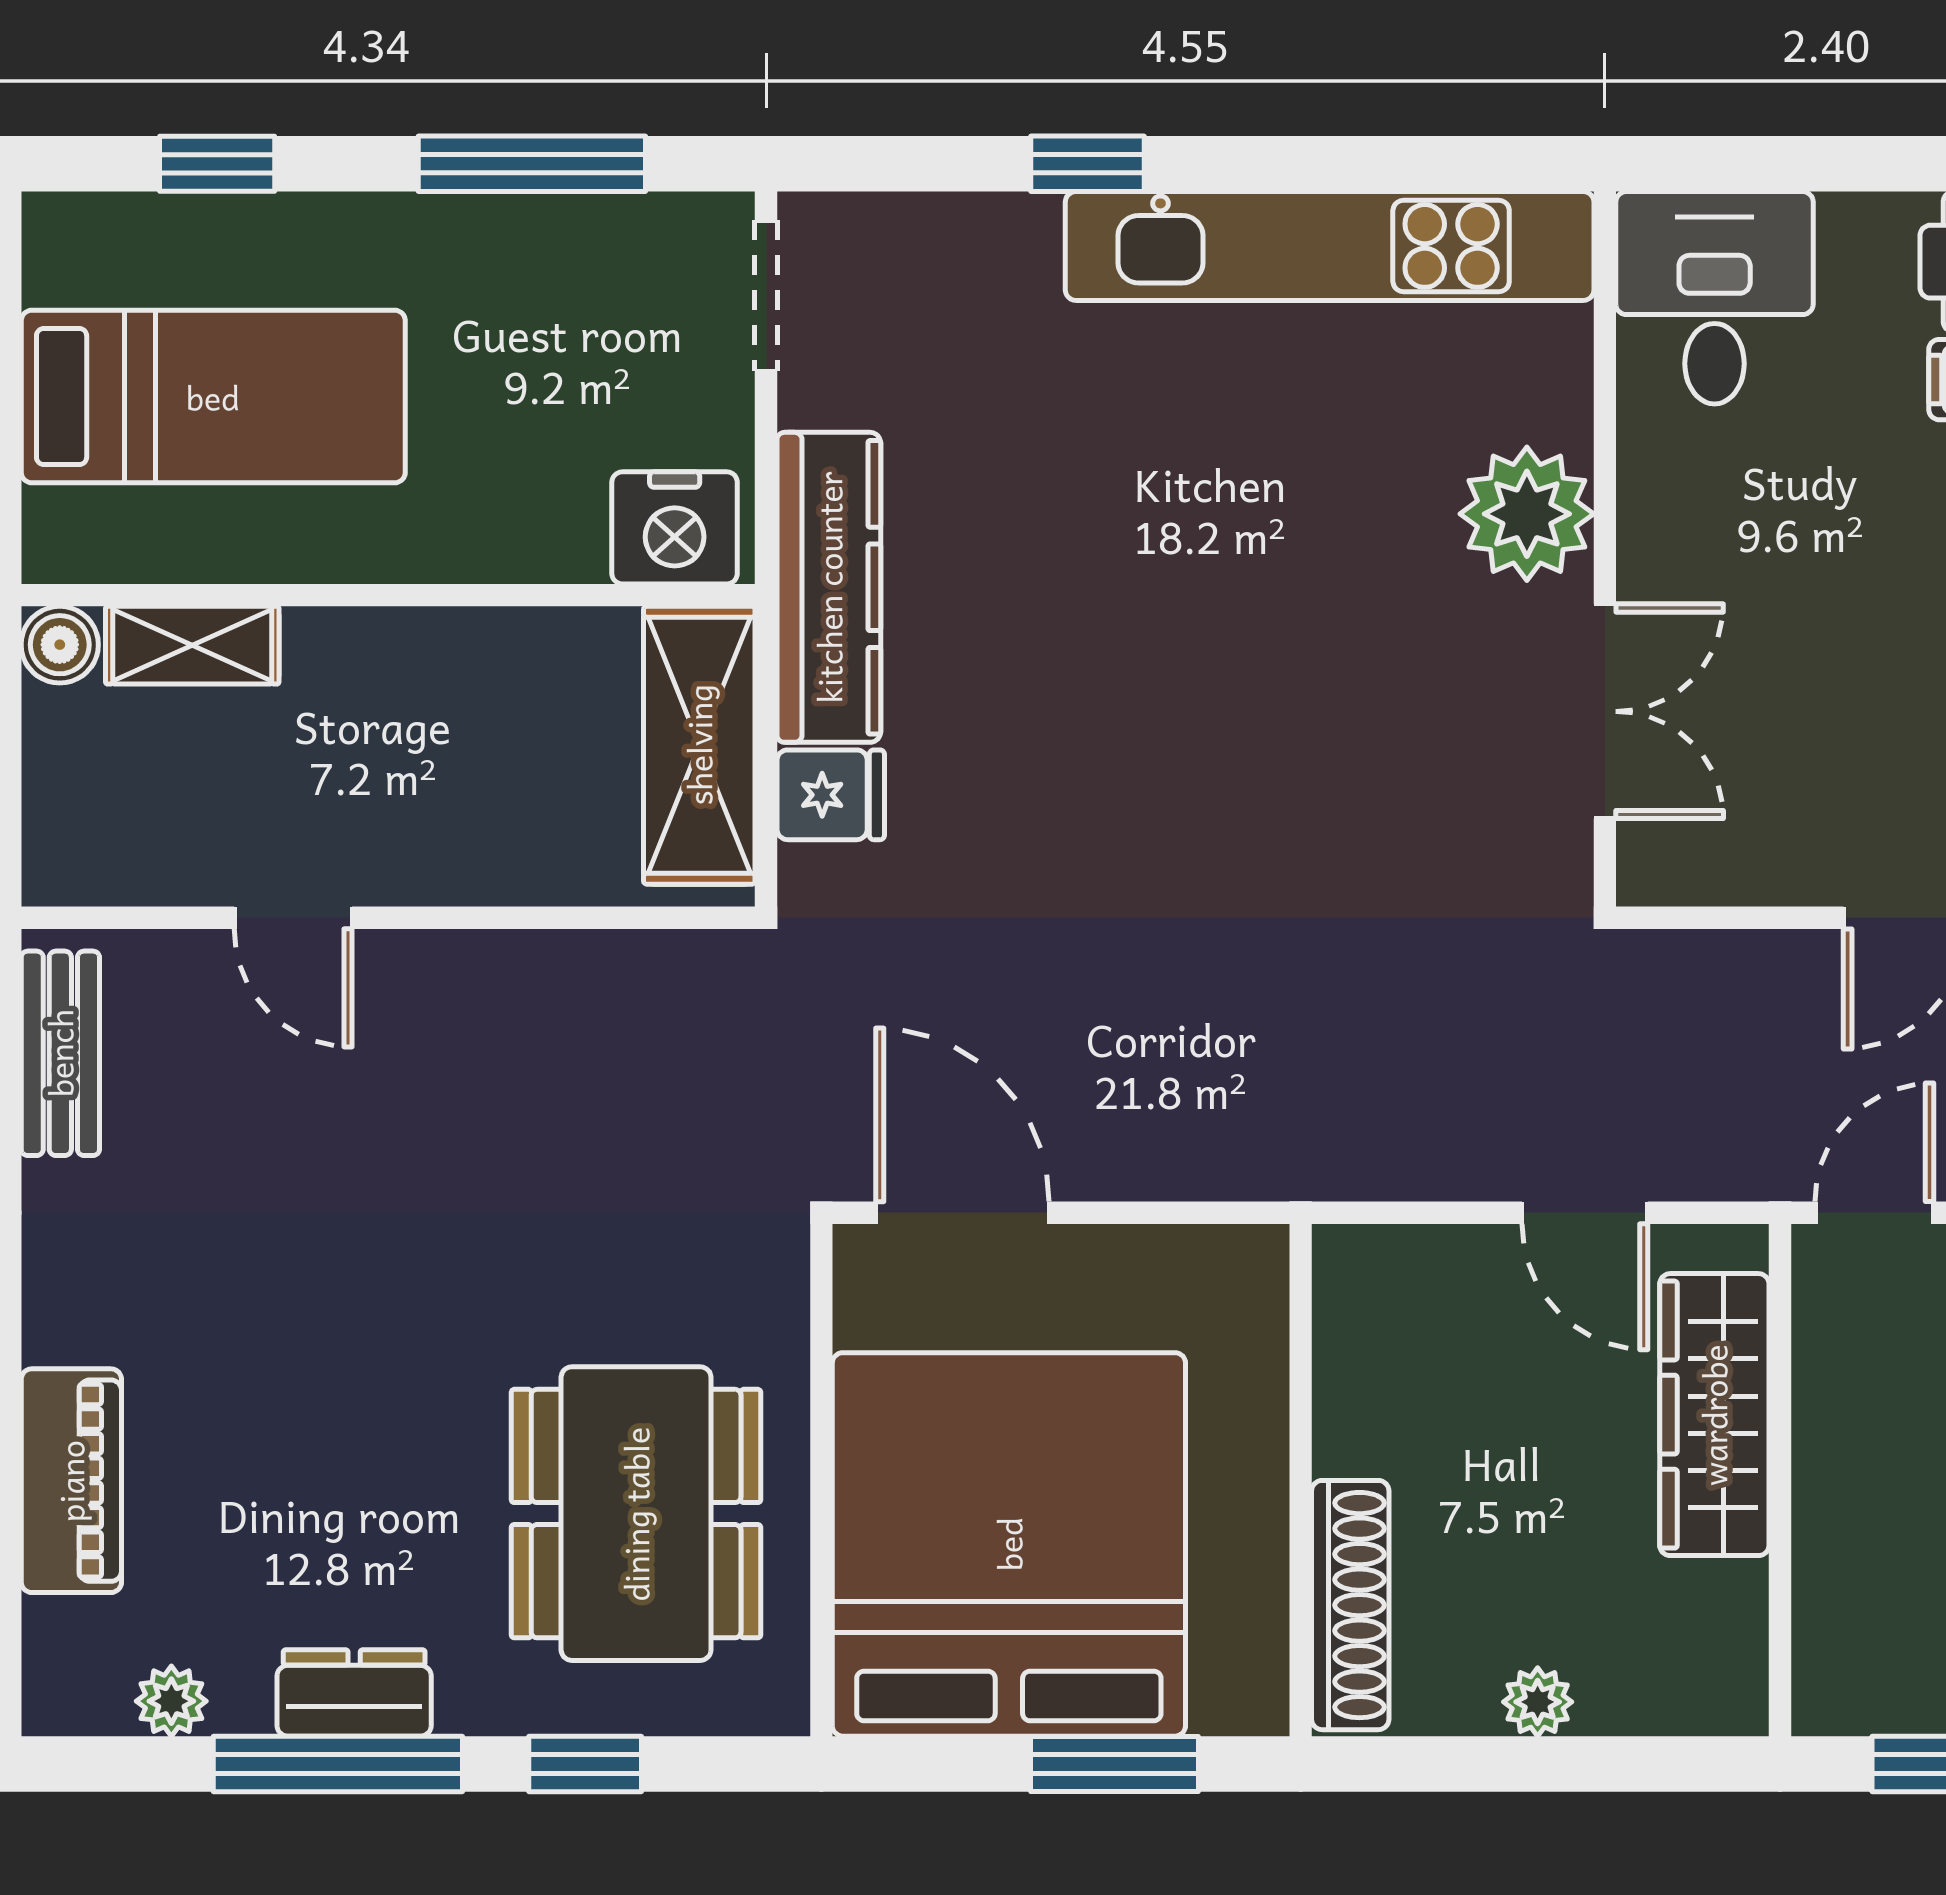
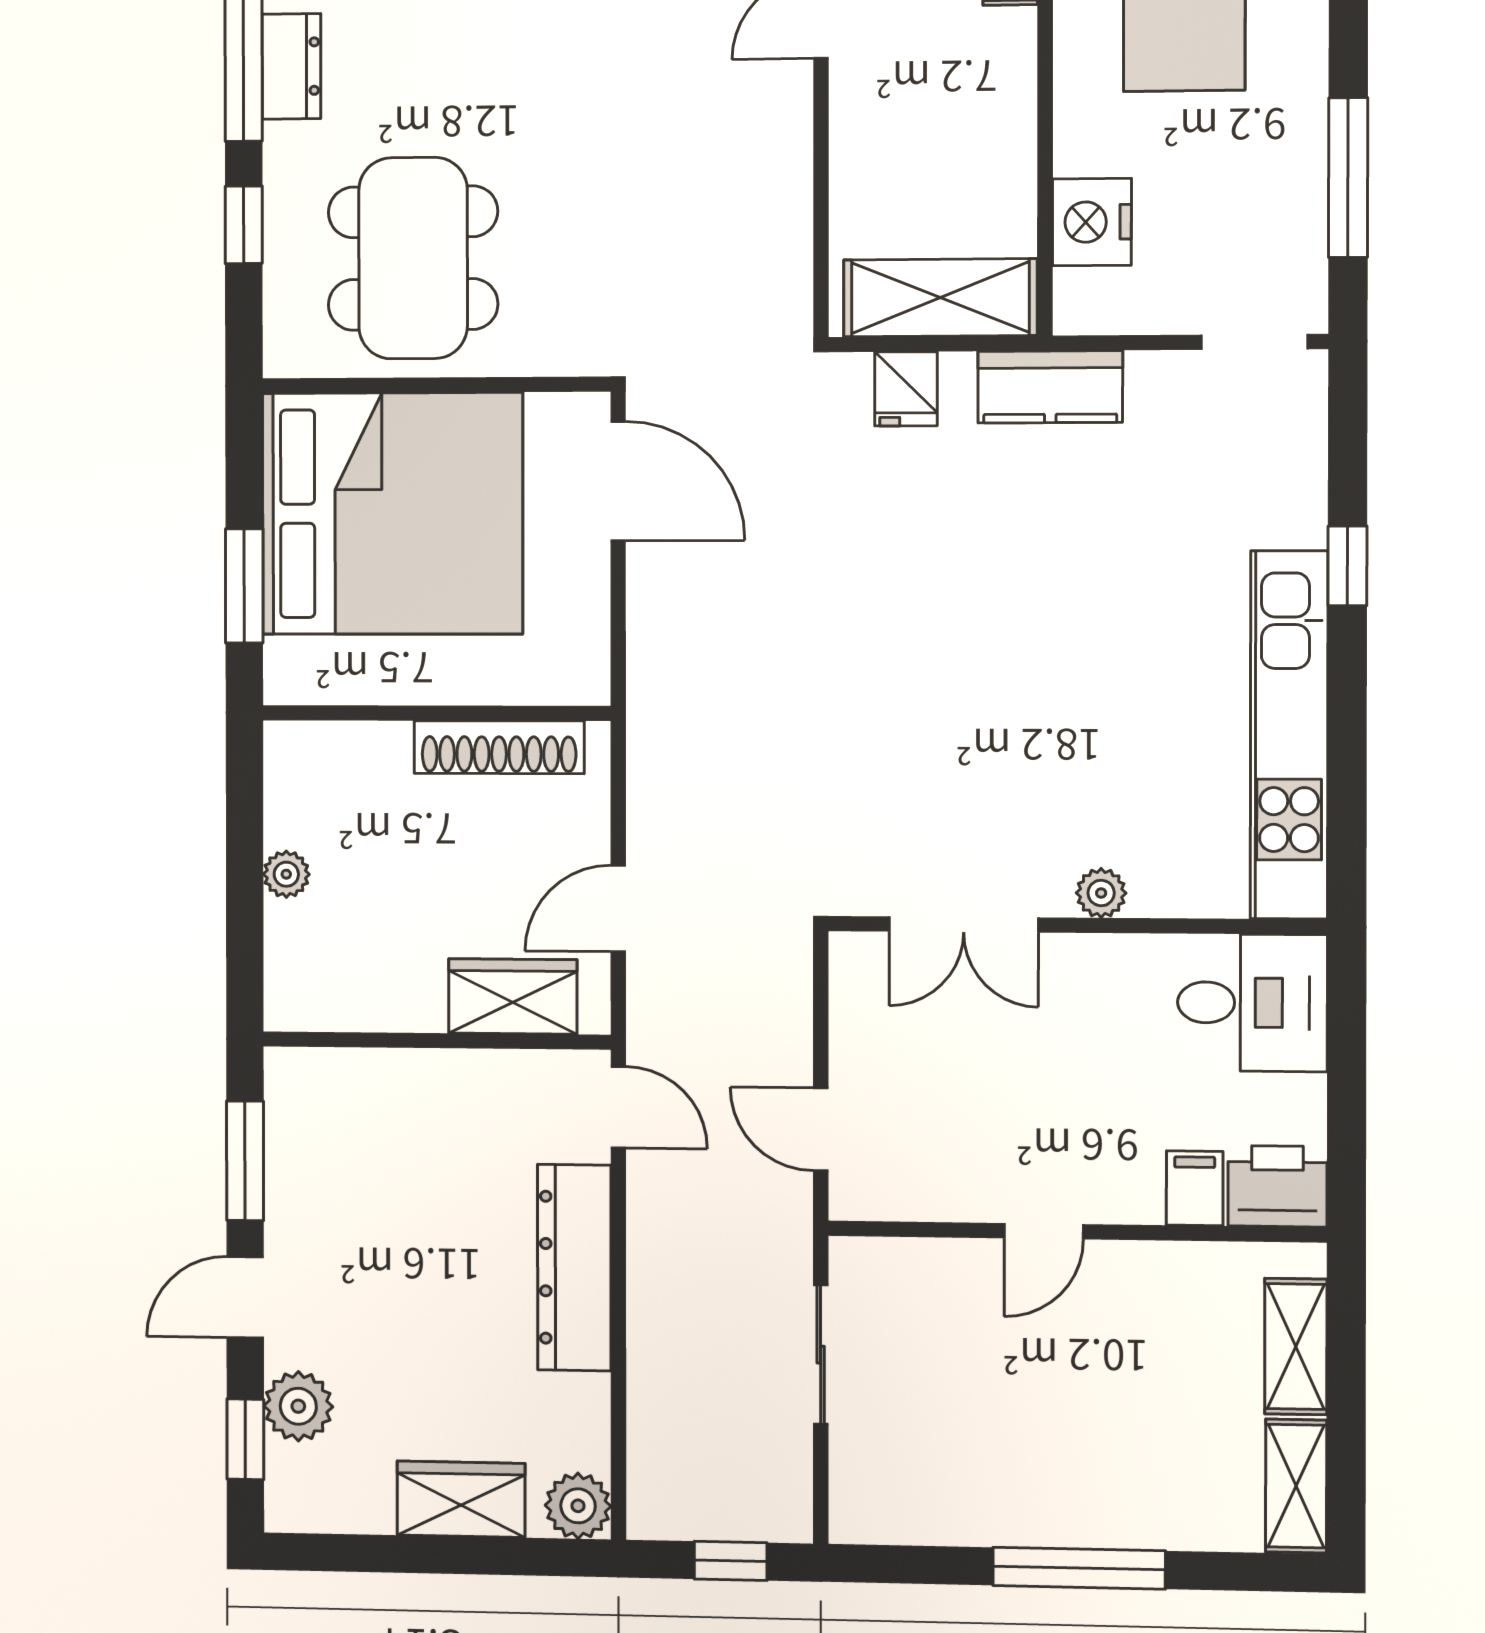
plant: (1527, 514) -> (1101, 893), width x0.53, depth x0.53
nightstand: (675, 528) -> (1092, 222), moved
kitchen counter: (829, 587) -> (1050, 387), width x0.67
door: (962, 1213) -> (618, 481), hinge flipped
wardrobe: (1714, 1415) -> (513, 996), width x0.67
dining table: (636, 1514) -> (413, 258), turned 90
shoe rack: (1350, 1605) -> (499, 747), moved

